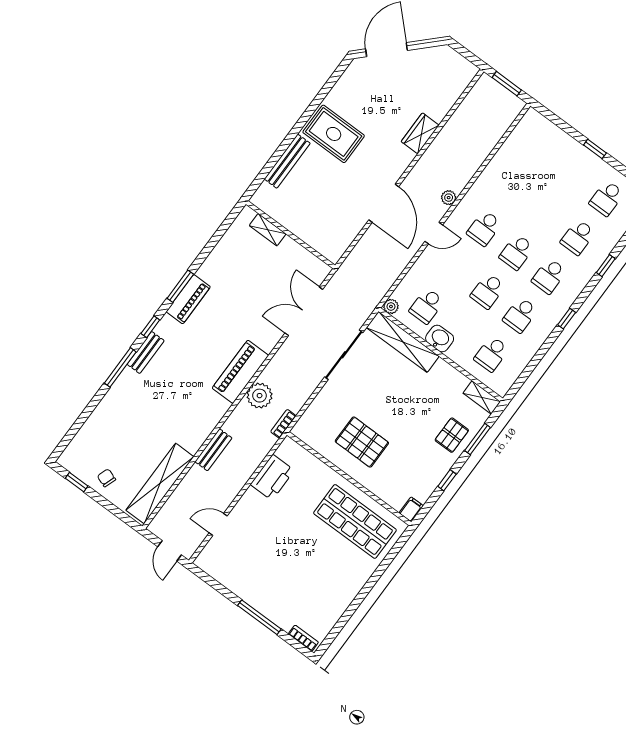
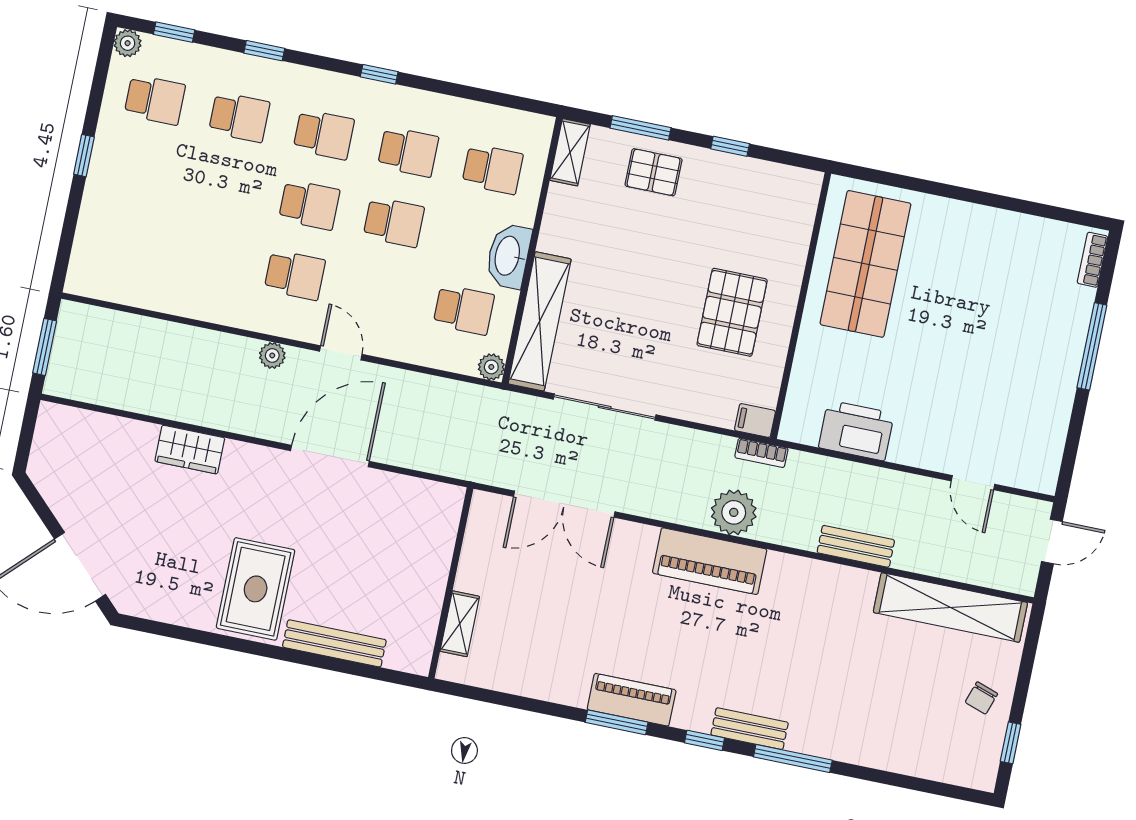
washbasin: (440, 339) -> (508, 256), width x1.38
filing cabinet: (411, 509) -> (755, 420), moved

